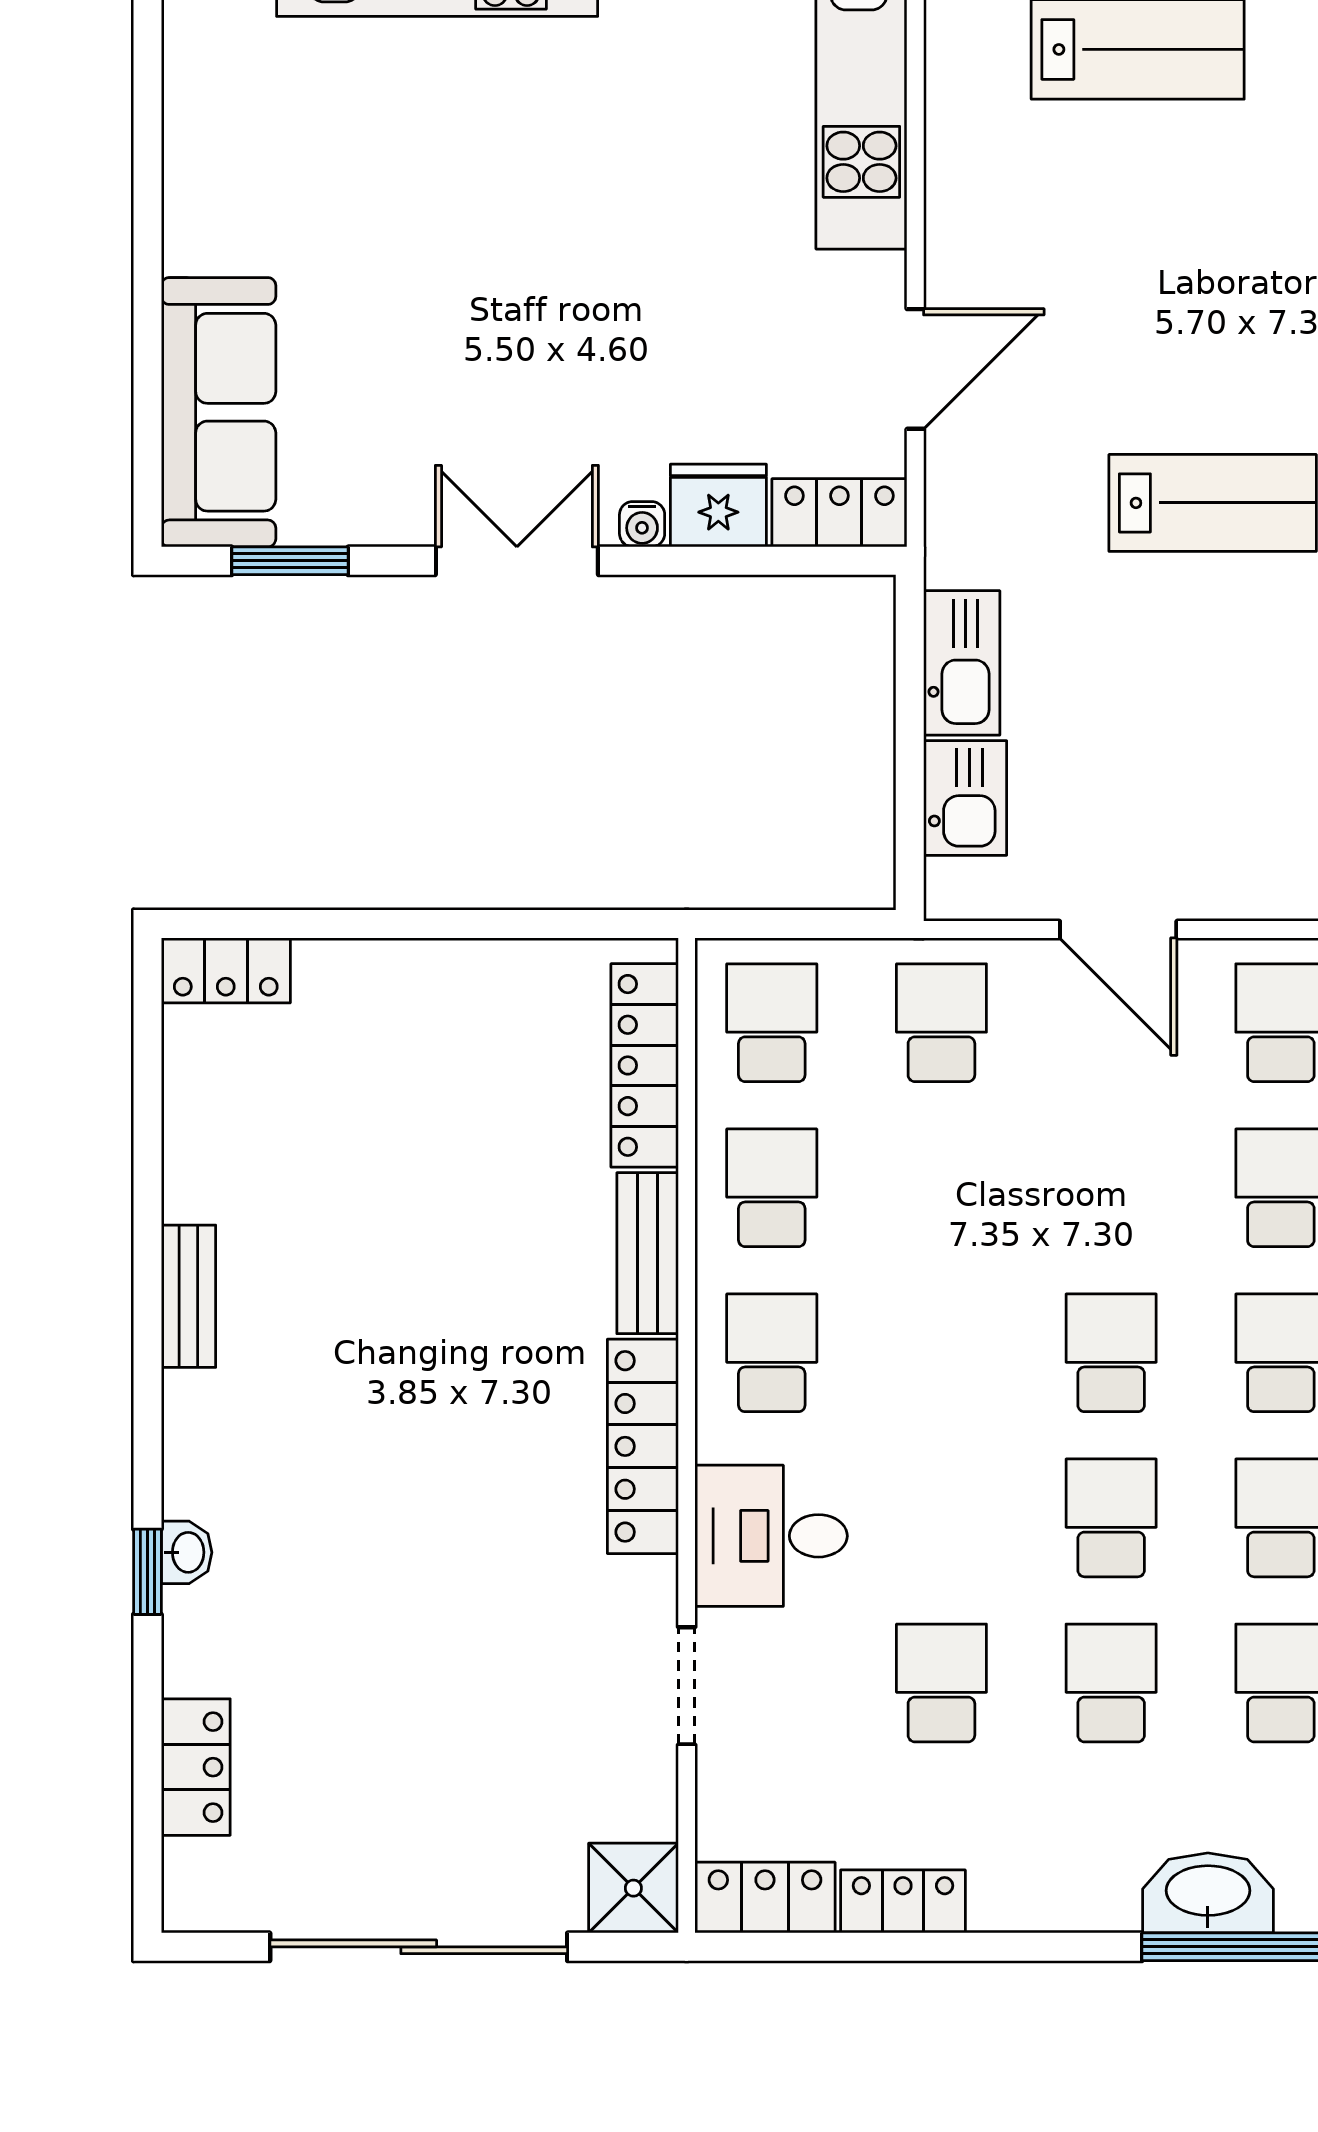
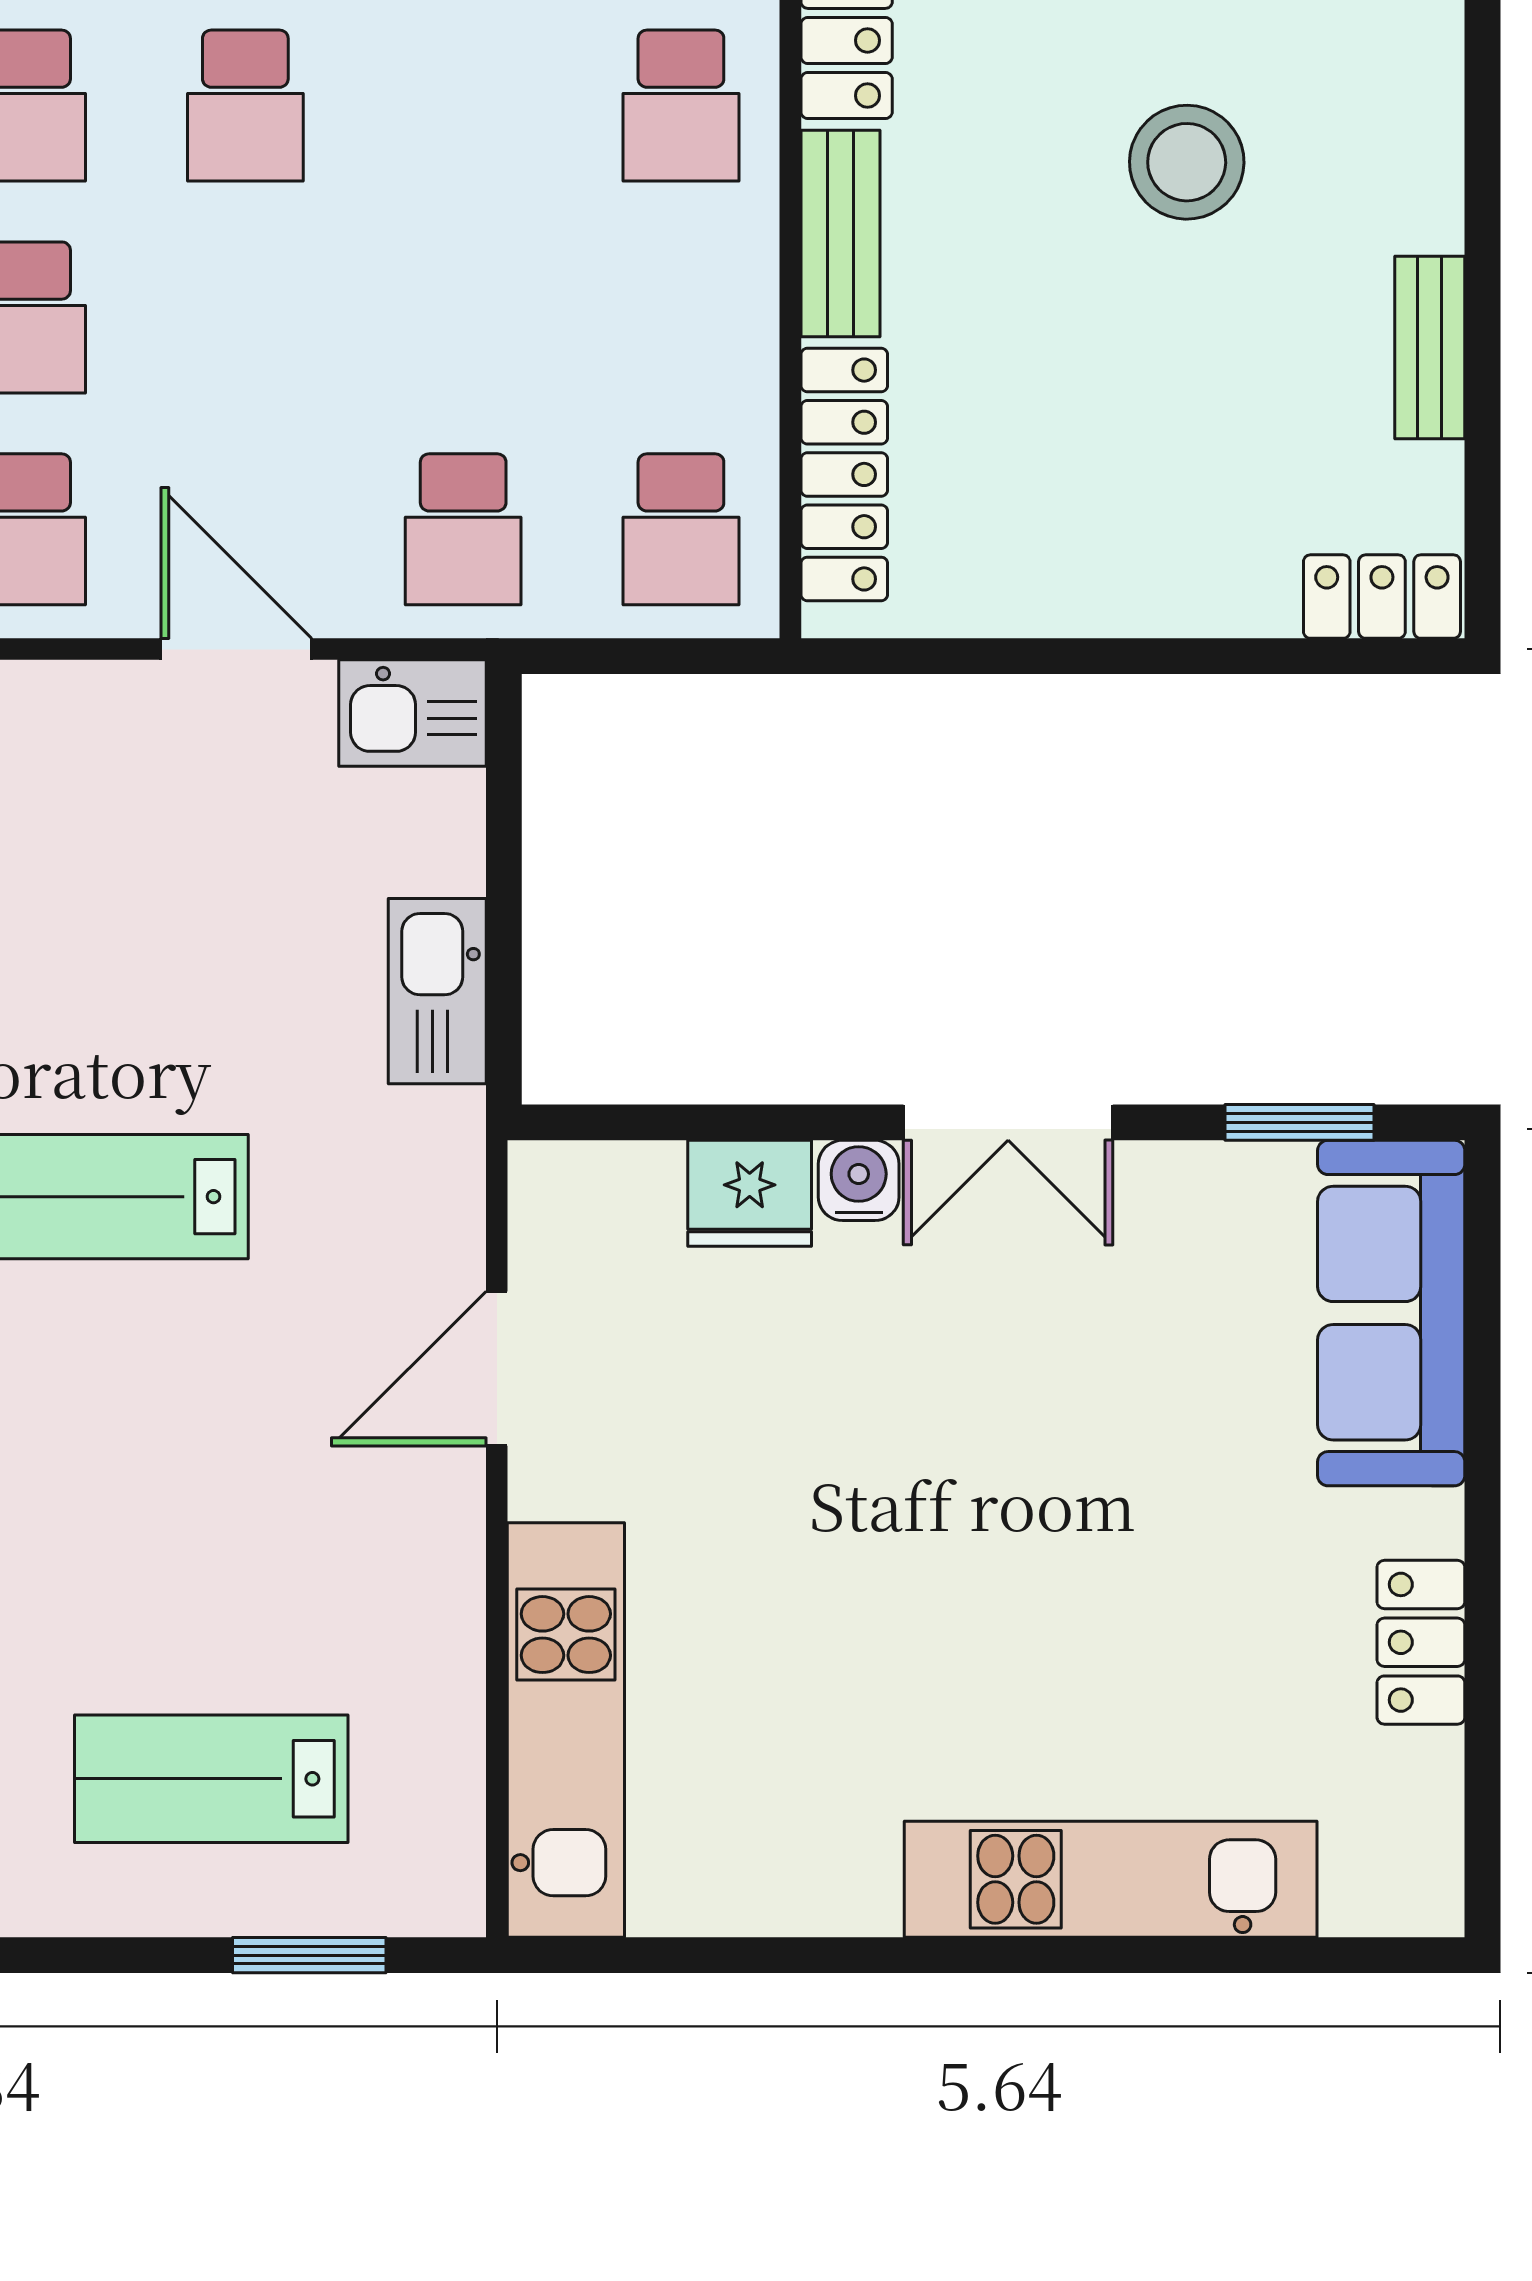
locker: (839, 513) -> (1421, 1642), moved, turned 90
water cooler: (642, 524) -> (859, 1180), width x1.38, depth x1.38
kitchen sink: (965, 798) -> (412, 713), moved, turned -90
school desk: (772, 1188) -> (681, 317), removed
bench: (188, 1296) -> (1430, 347), moved
stool: (378, 1309) -> (1187, 162), added

